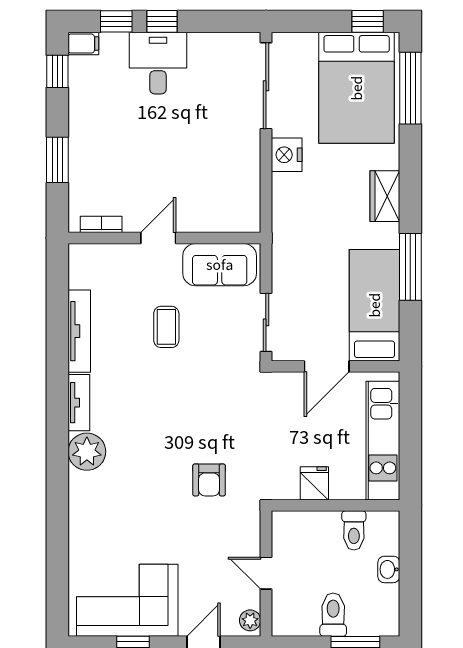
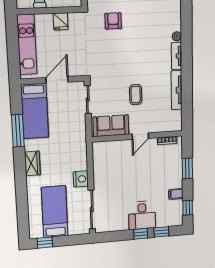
filing cabinet: (83, 44) -> (176, 194), moved
bed: (357, 88) -> (55, 212), width x0.67
window: (410, 88) -> (23, 214), removed
plant: (87, 452) -> (177, 36), width x0.53, depth x0.53

